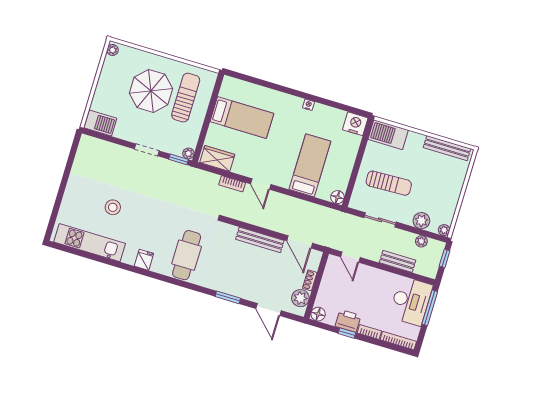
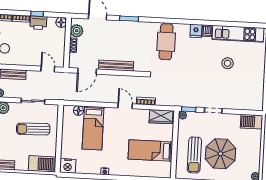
floor lamp: (337, 197) -> (78, 111), moved
door: (300, 242) -> (87, 71), swing flipped
dishwasher: (129, 256) -> (207, 31), added

